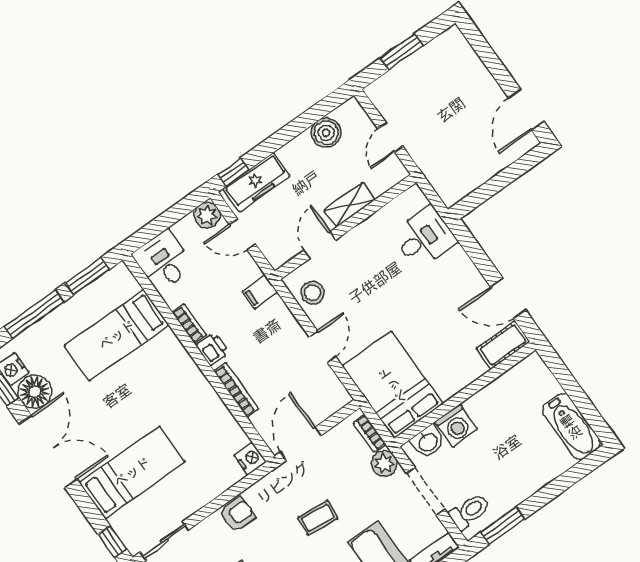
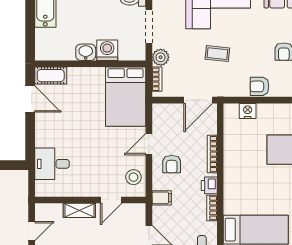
armchair: (277, 342) -> (172, 164), added
washbasin: (428, 442) -> (86, 52), moved
nightstand: (250, 459) -> (248, 111), moved, turned 90

